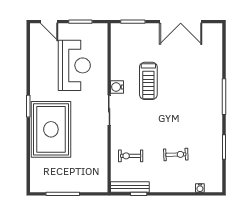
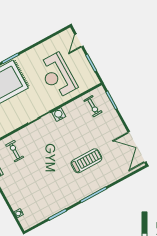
double door: (181, 22) -> (137, 147), moved
reception desk: (74, 65) -> (57, 76), turned 90
treadmill: (148, 81) -> (86, 161), moved, turned 180
exercise bike: (176, 155) -> (93, 106), moved

